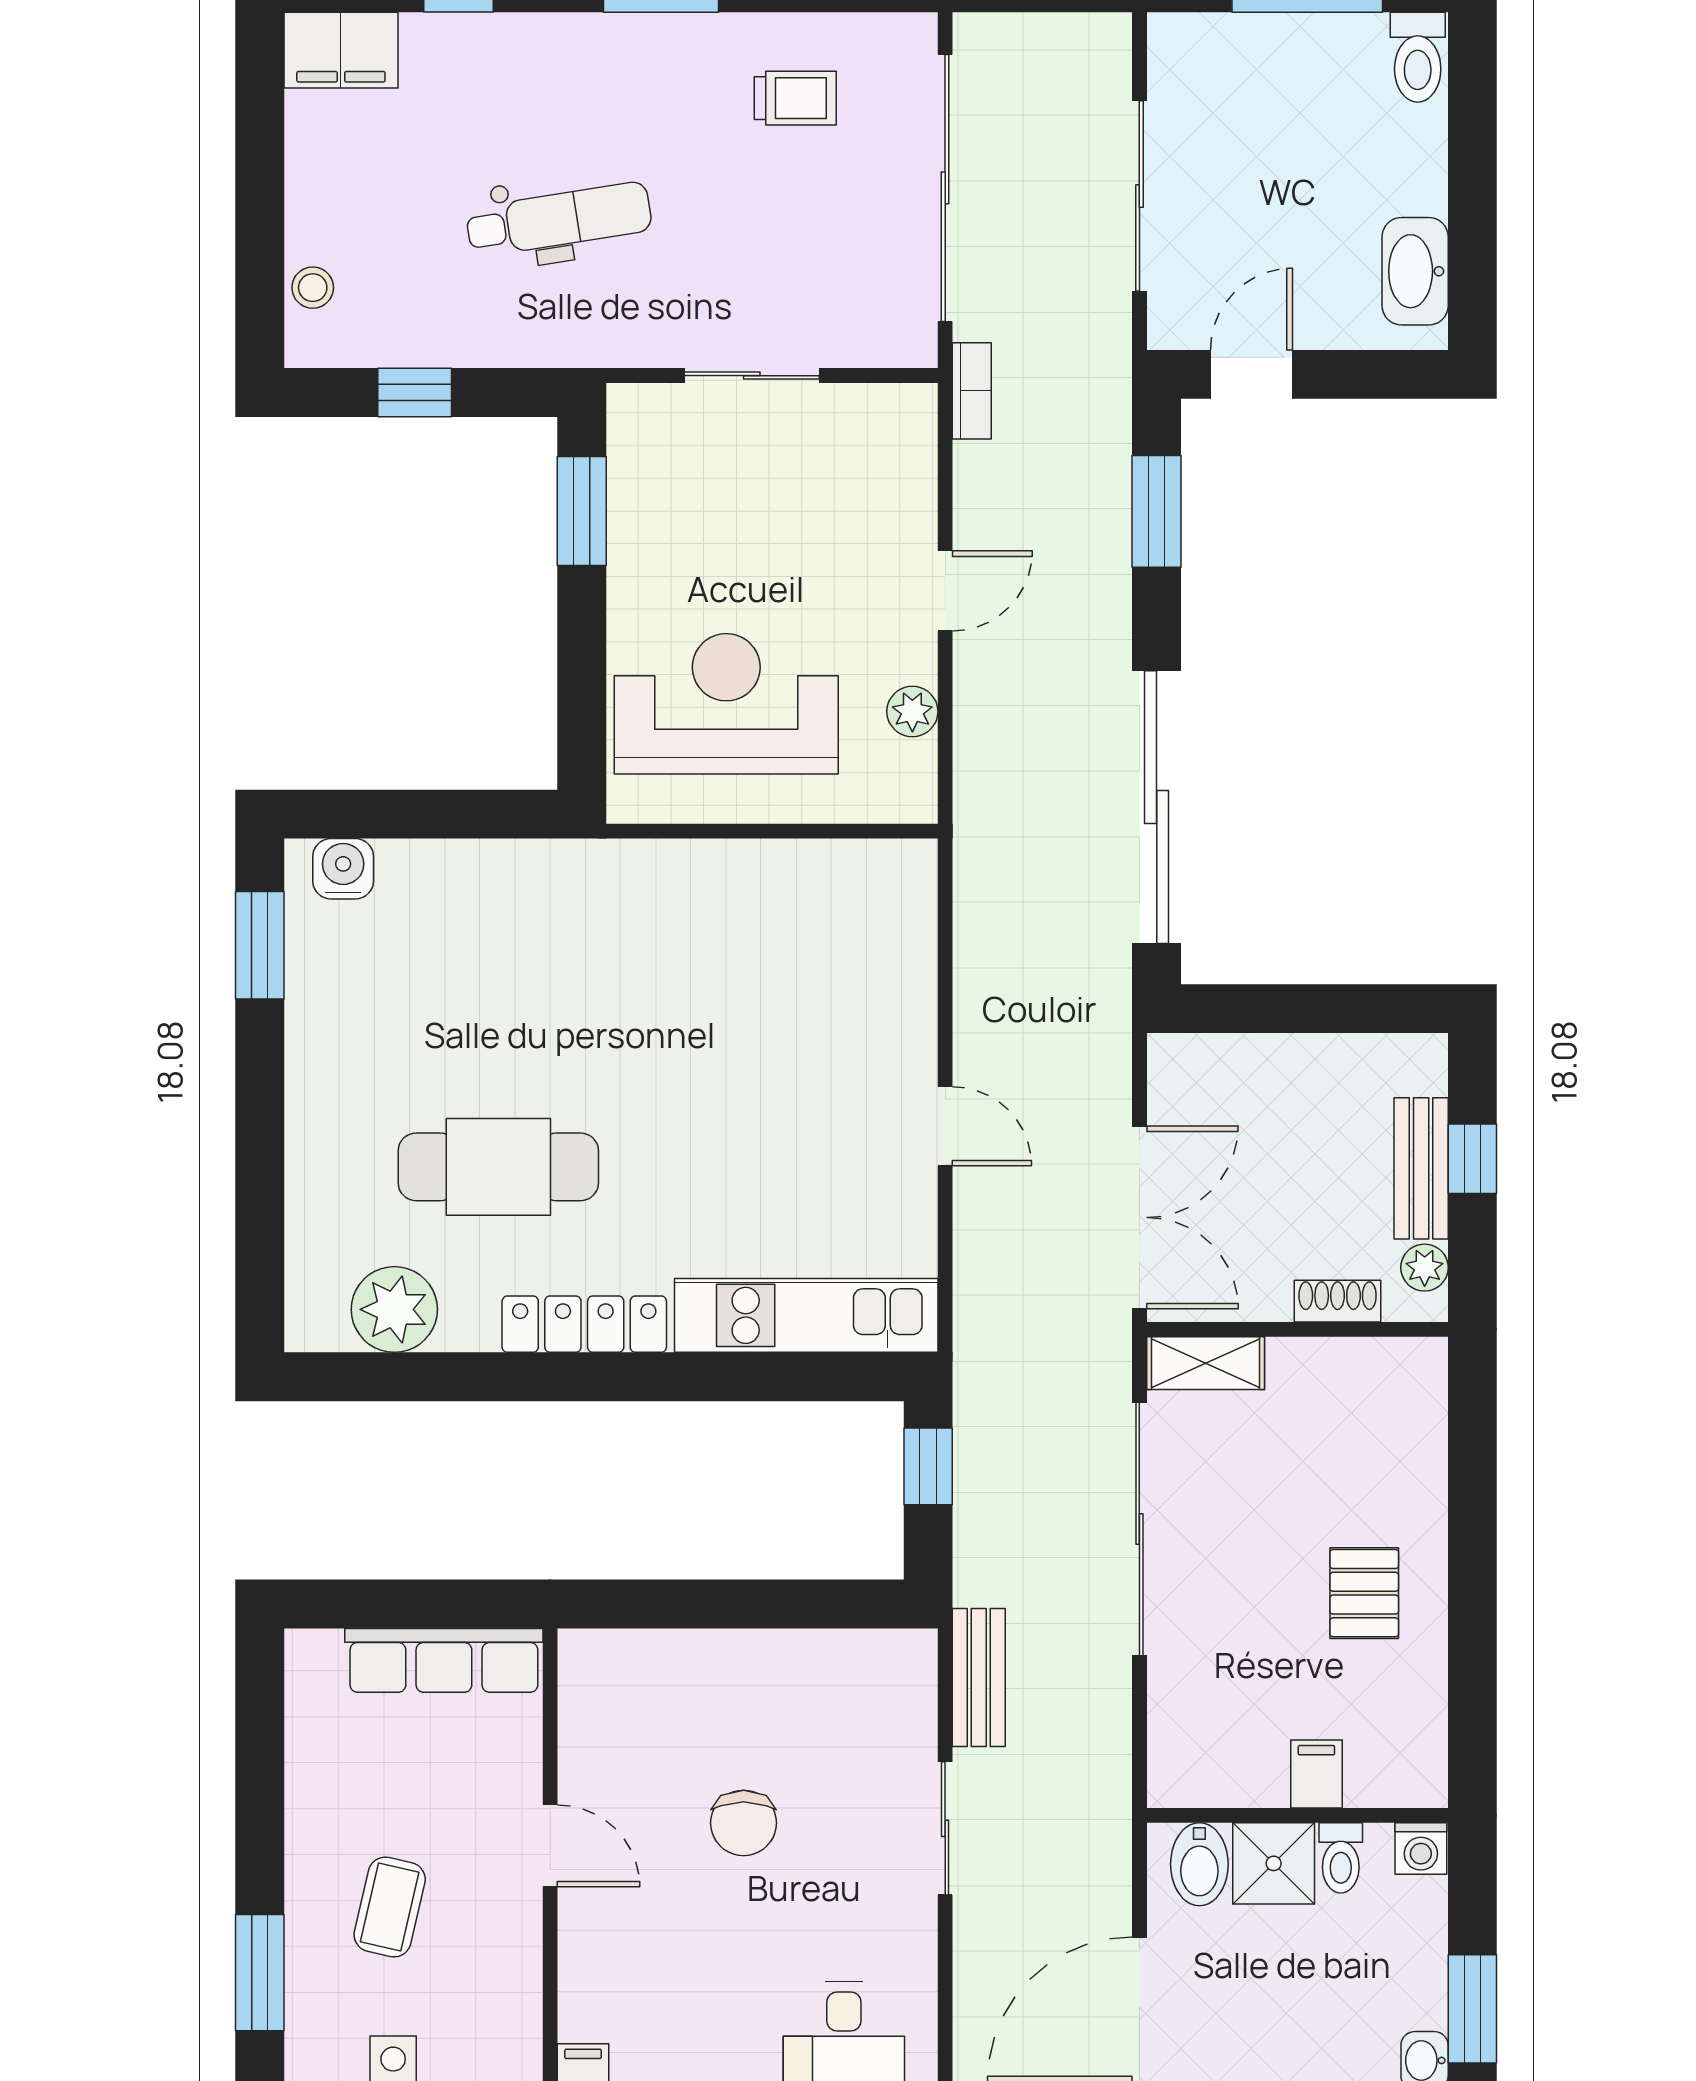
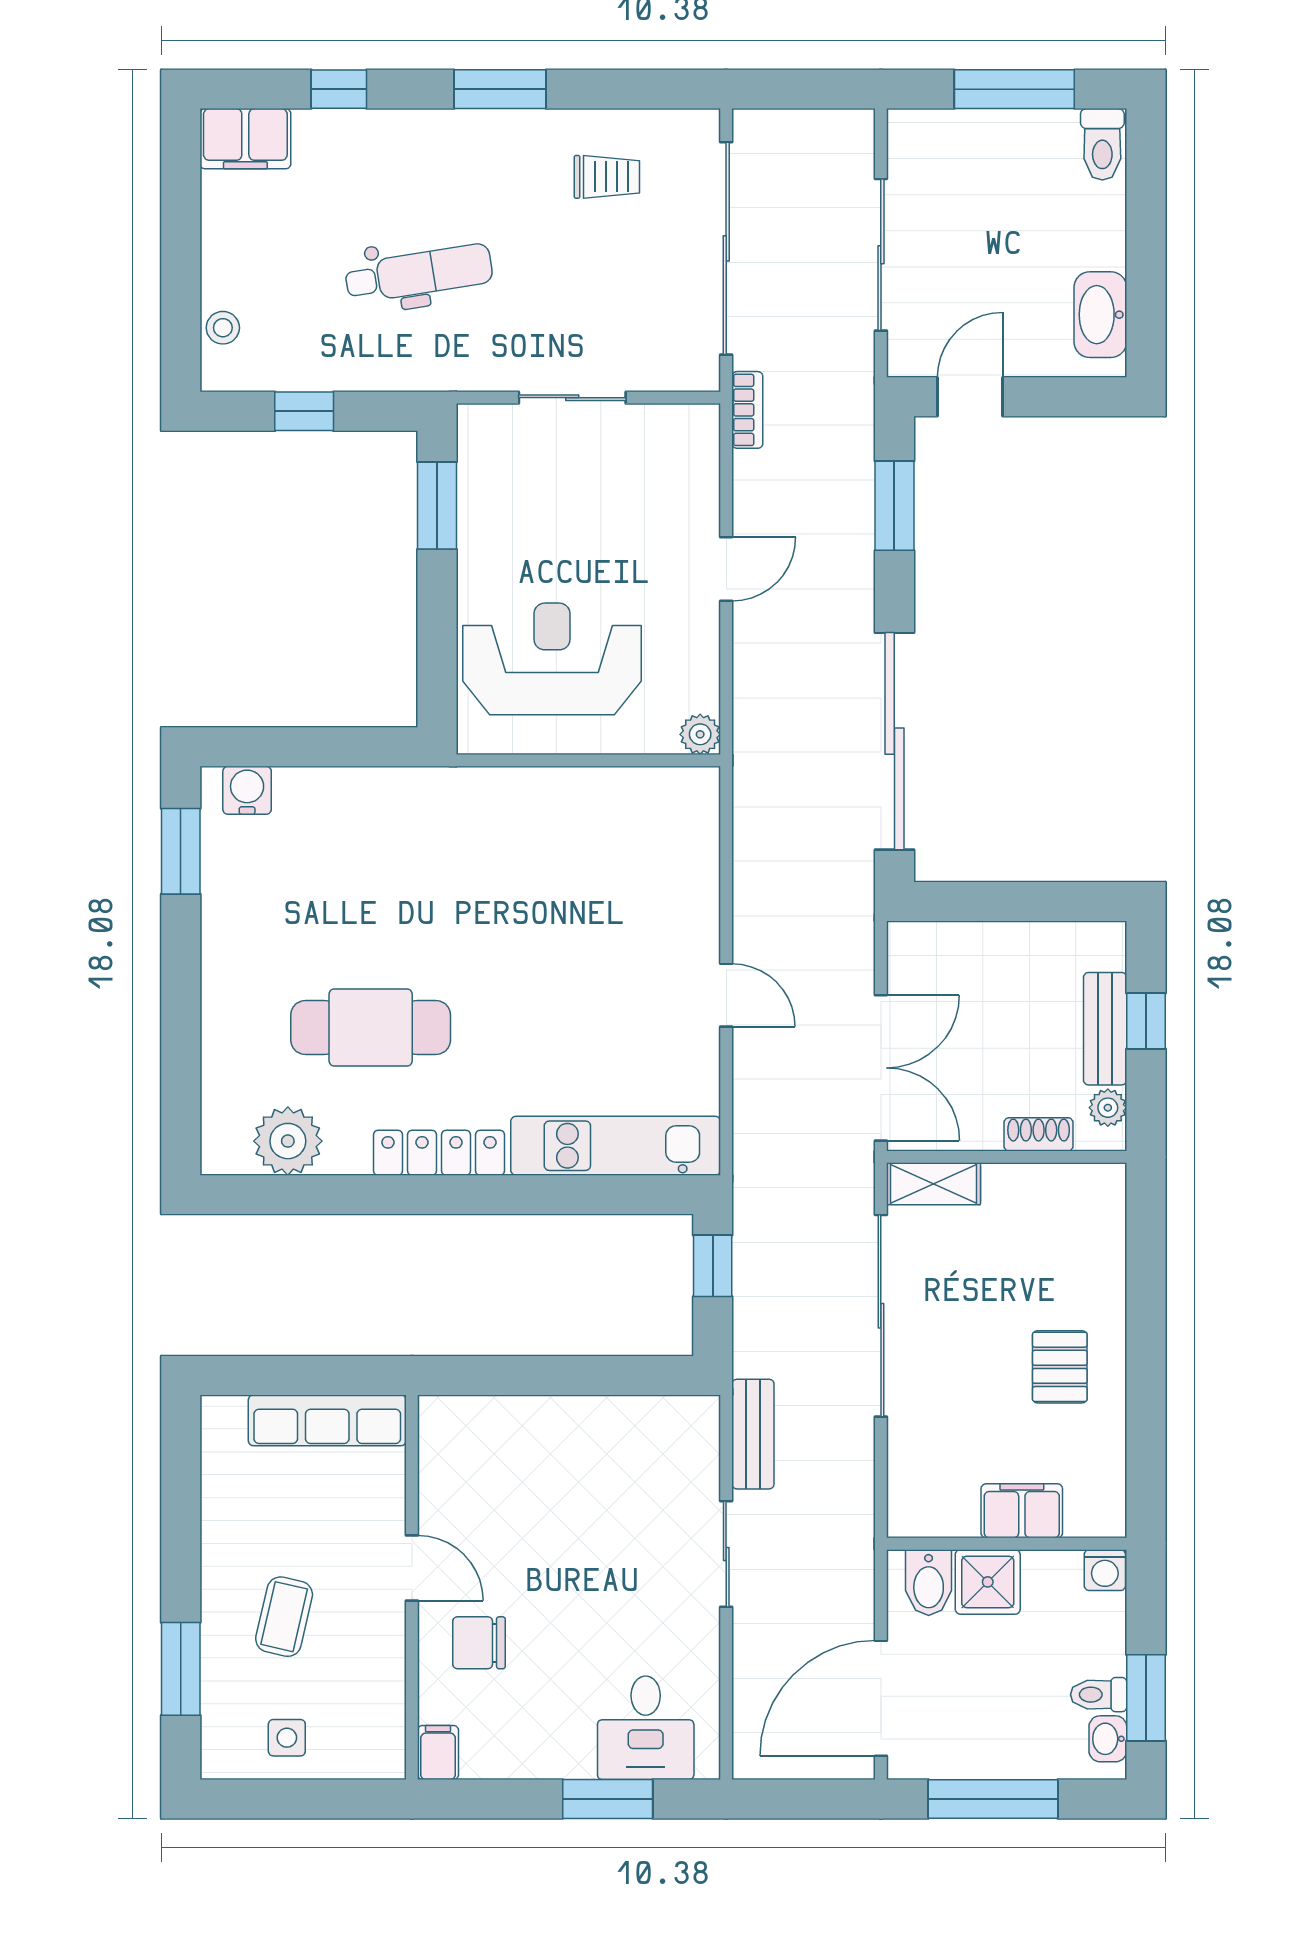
plant: (912, 711) -> (700, 734), moved
filing cabinet: (1316, 1774) -> (1022, 1511), width x2.00
chair: (744, 1823) -> (479, 1643), moved, turned 90
toilet: (1341, 1858) -> (1099, 1695), moved, turned 90

